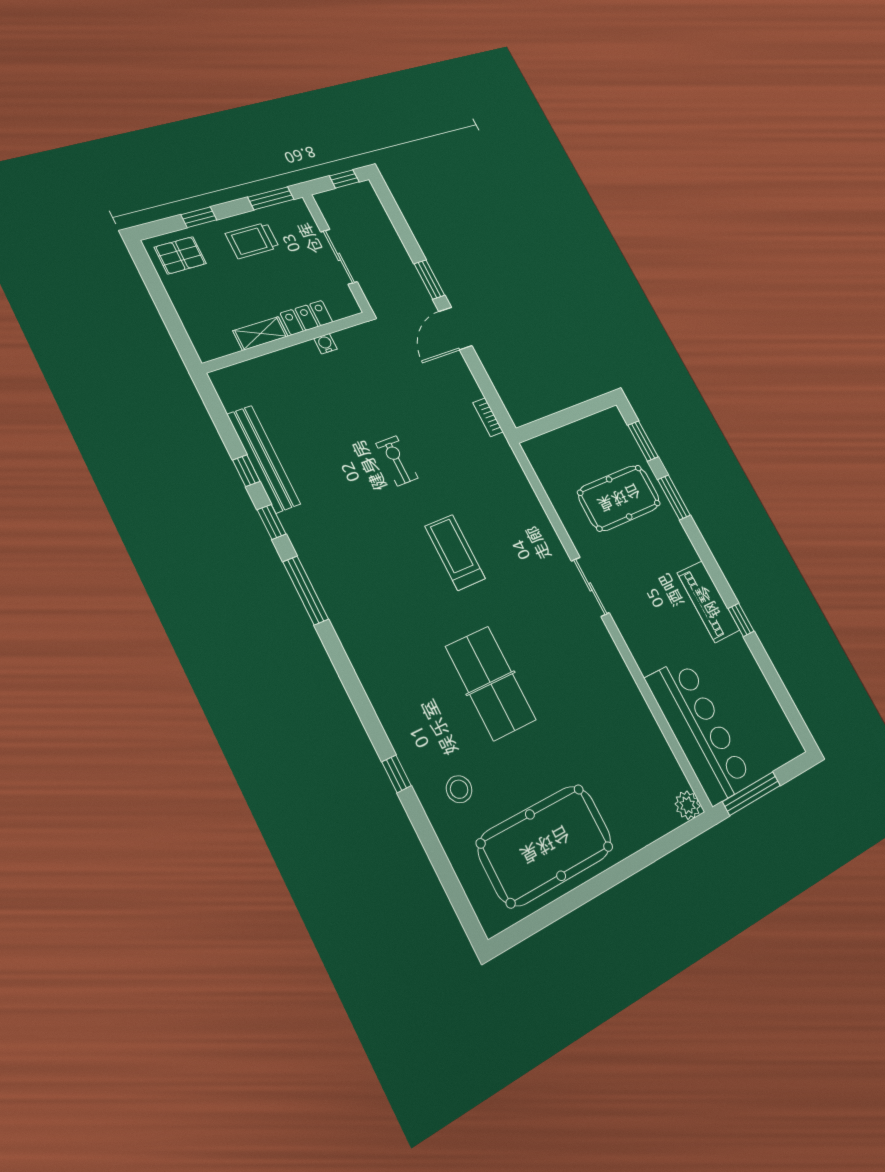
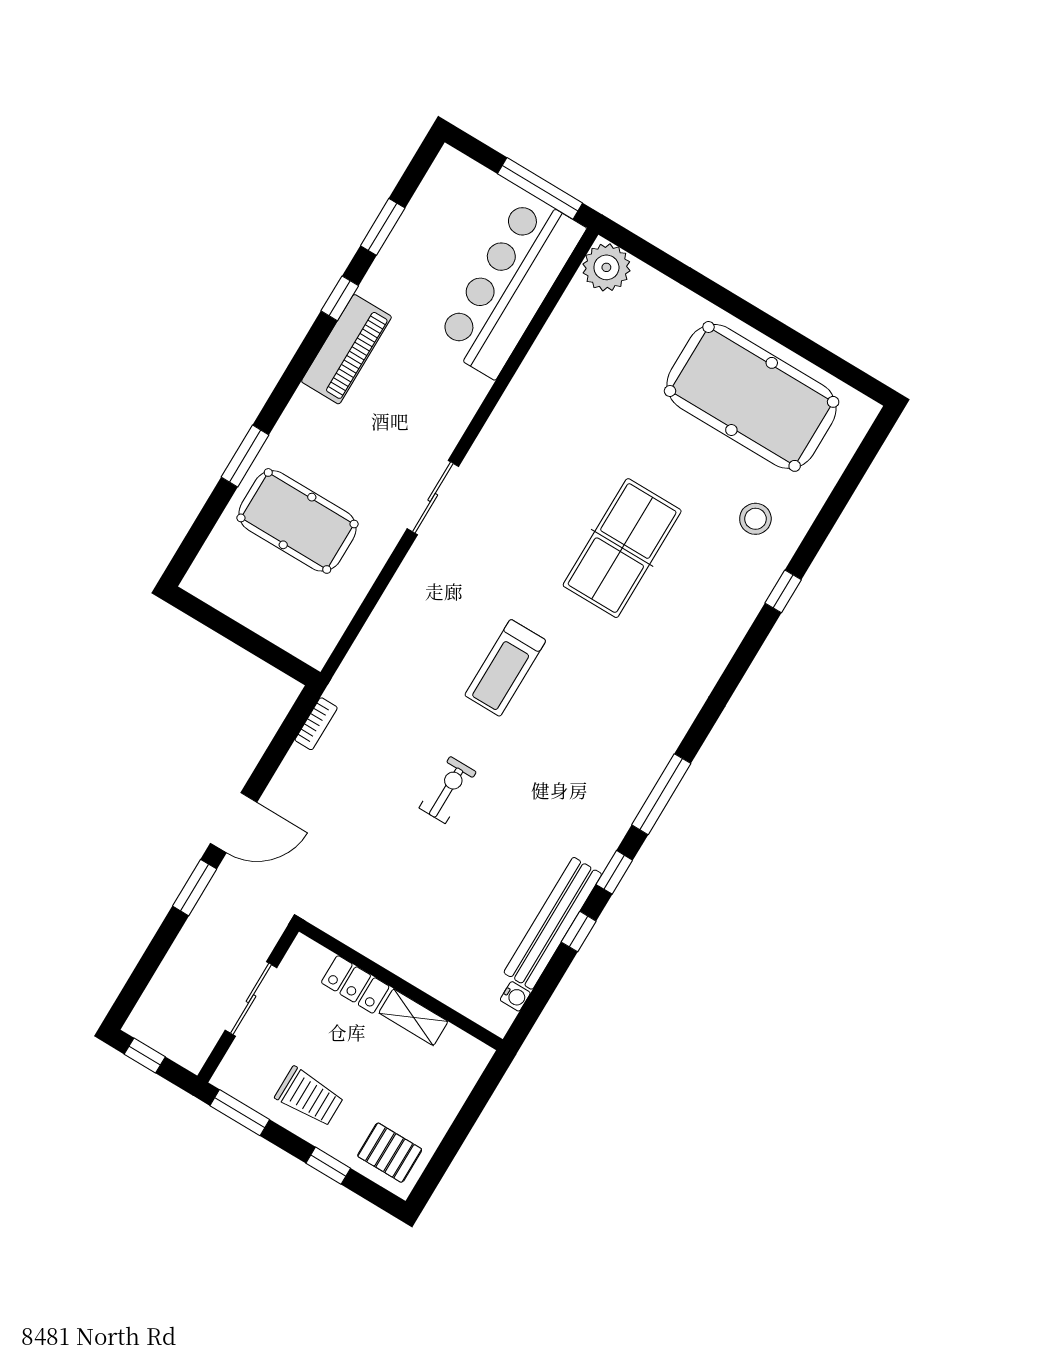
water cooler: (325, 344) -> (515, 996), moved, turned -90
window: (643, 441) -> (383, 227), moved
exercise bike: (397, 461) -> (448, 790), turned 180
plant: (688, 805) -> (606, 267), width x1.36, depth x1.36

